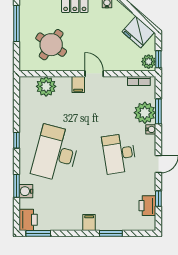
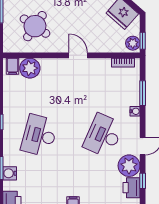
filing cabinet: (78, 85) -> (13, 66), moved
plant: (145, 113) -> (129, 166), moved
desk: (56, 154) -> (39, 135), width x0.73, depth x0.77
desk: (119, 154) -> (103, 135), turned 33

